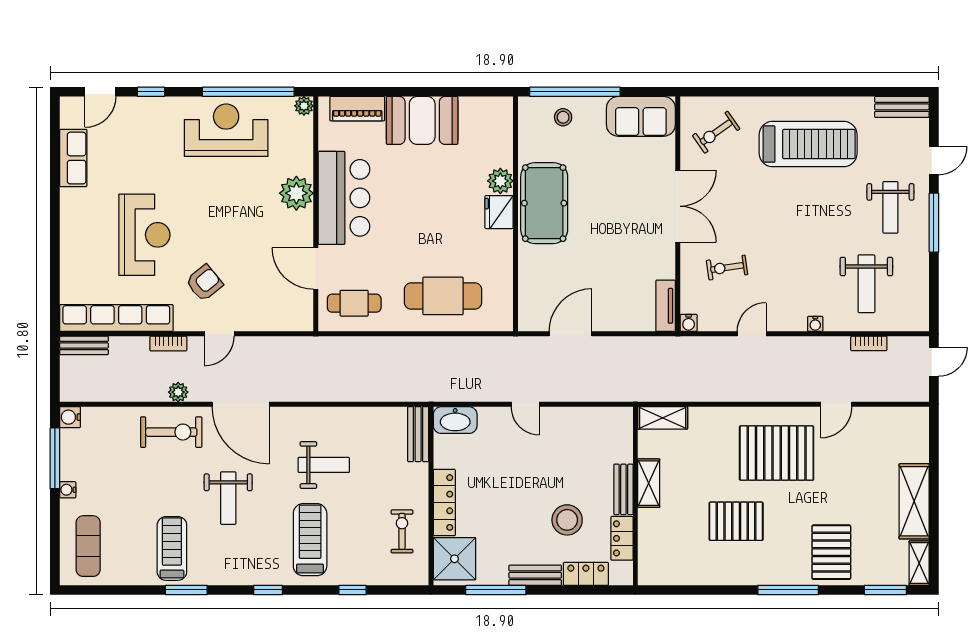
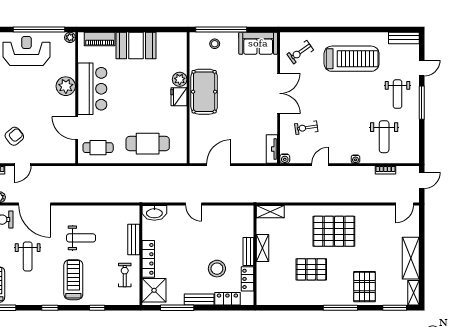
door: (836, 404) -> (405, 204), moved
bench: (418, 434) -> (134, 239), moved

